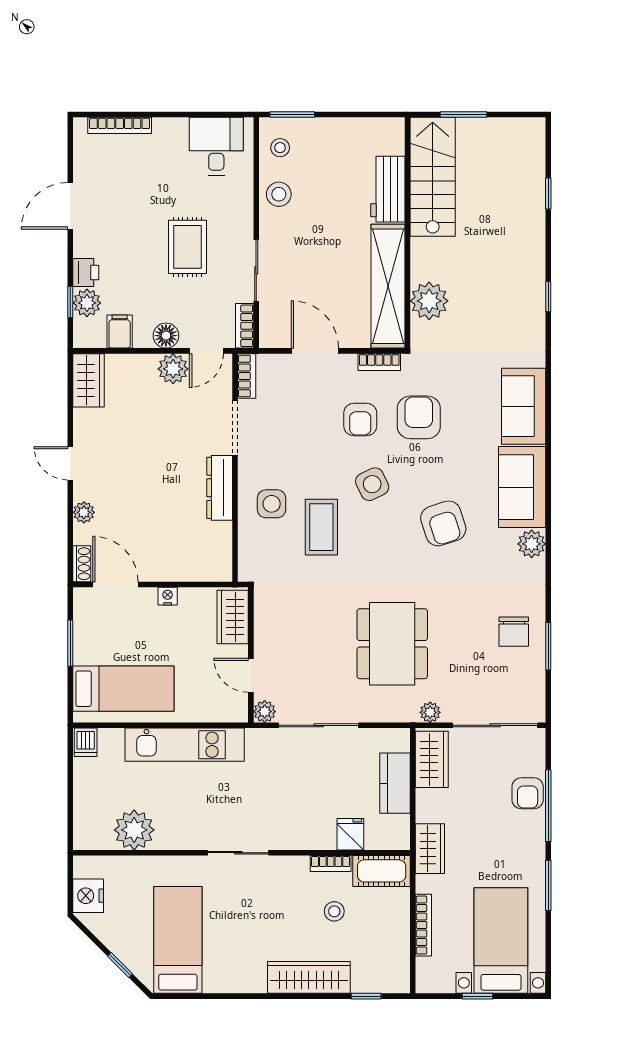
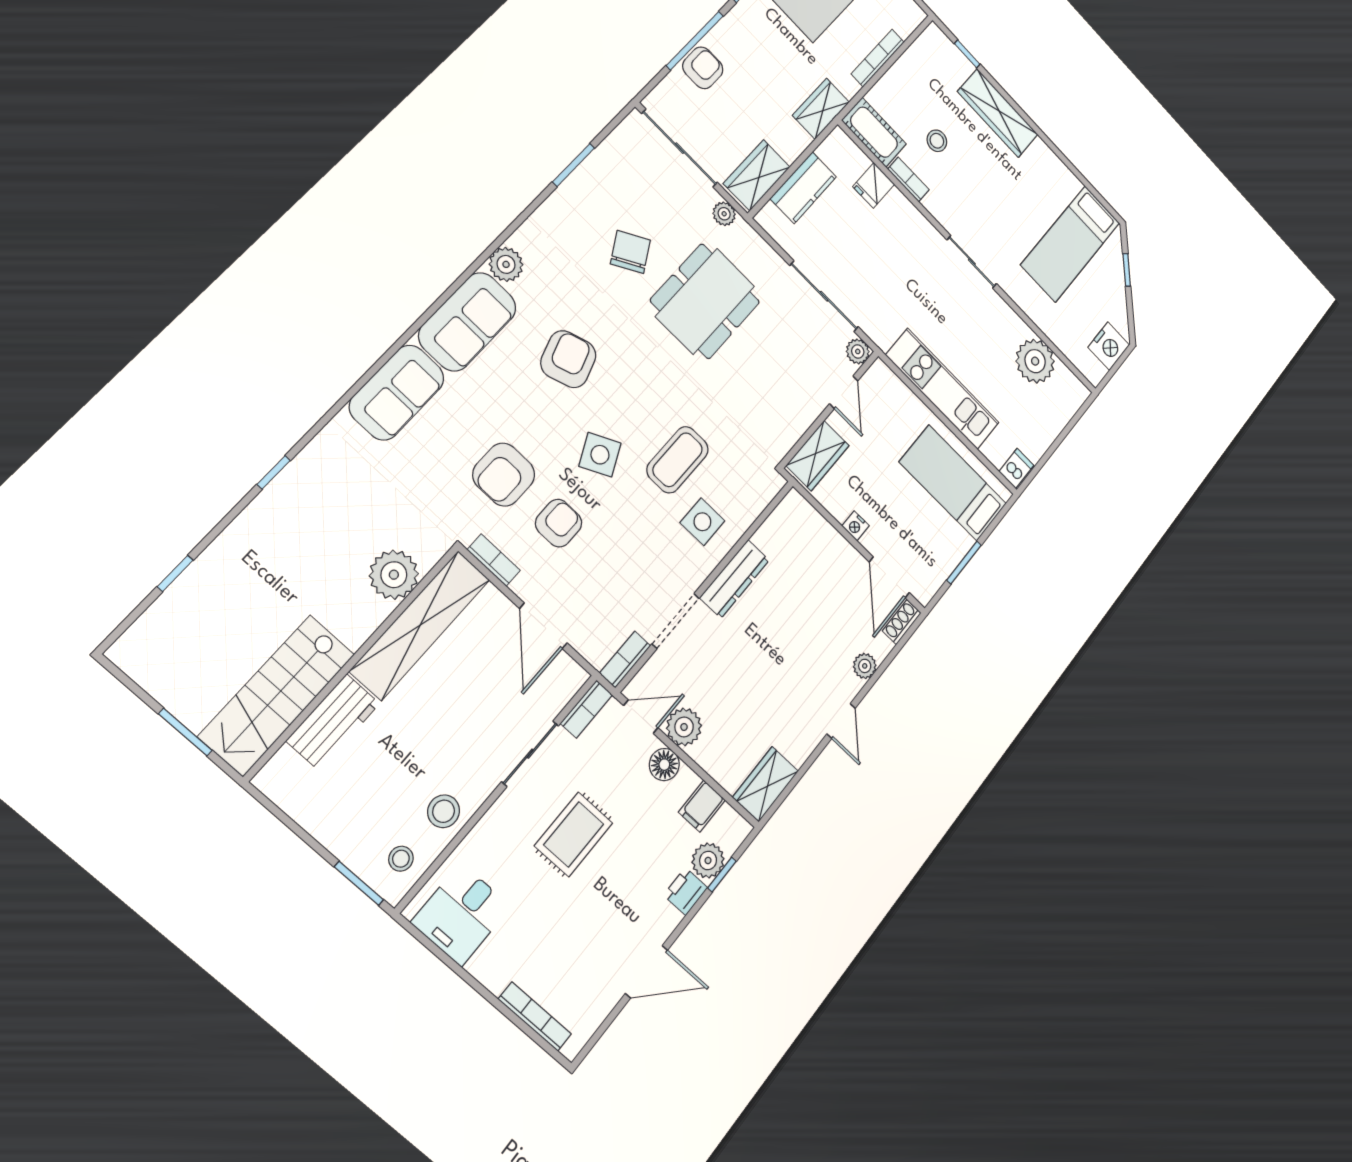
chair: (514, 632) -> (630, 252), moved, turned -30

